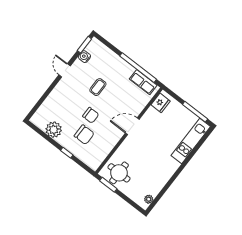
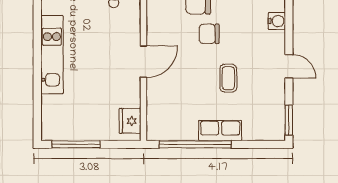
water cooler: (84, 57) -> (277, 21), moved
row of seats: (143, 82) -> (220, 131), moved
kitchen unit: (191, 141) -> (52, 55), moved

